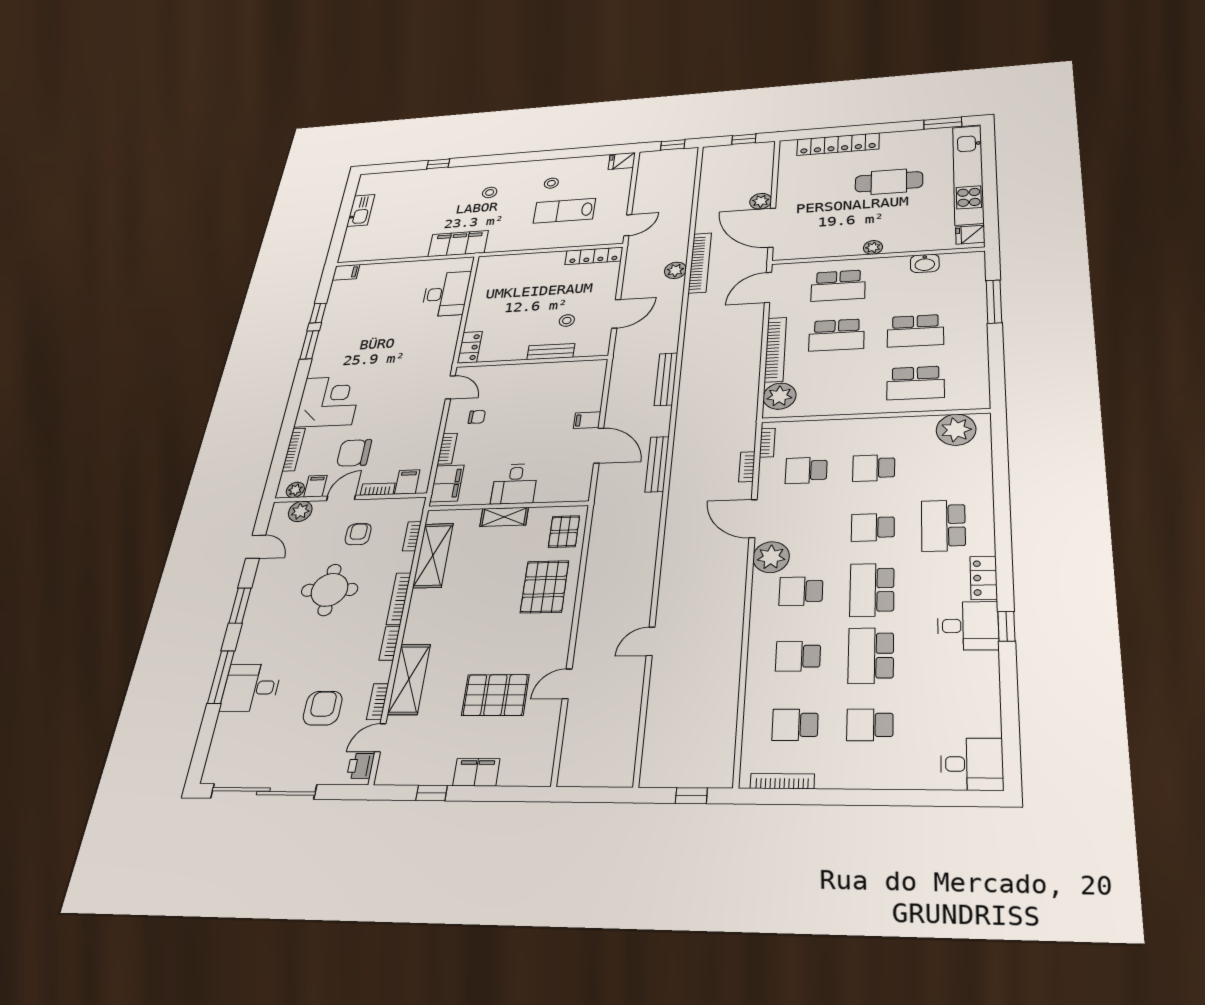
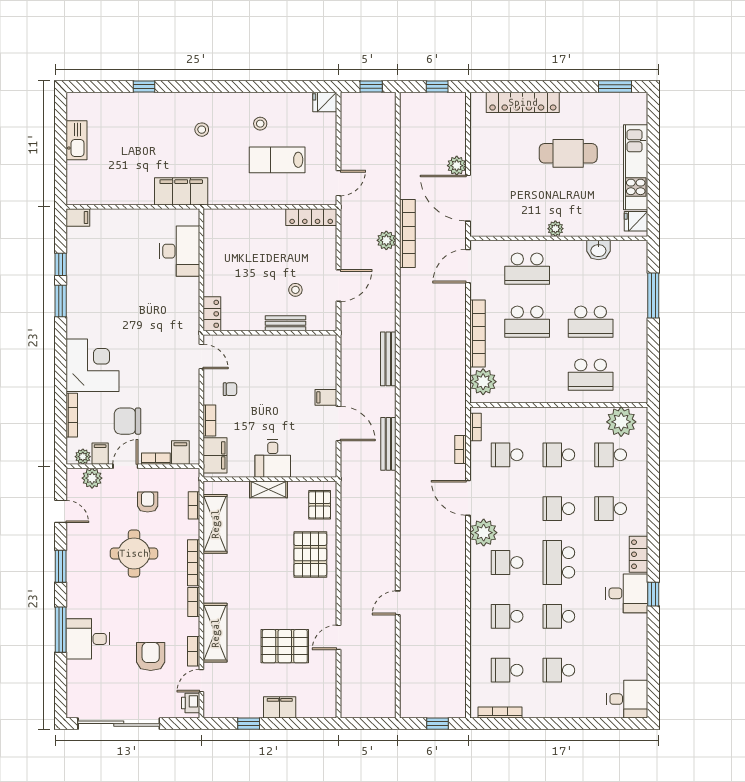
kitchen unit: (968, 175) -> (636, 167), width x0.73
school desk: (943, 466) -> (611, 455), added
school desk: (943, 525) -> (611, 509), width x0.54
school desk: (871, 656) -> (559, 616), width x0.54

